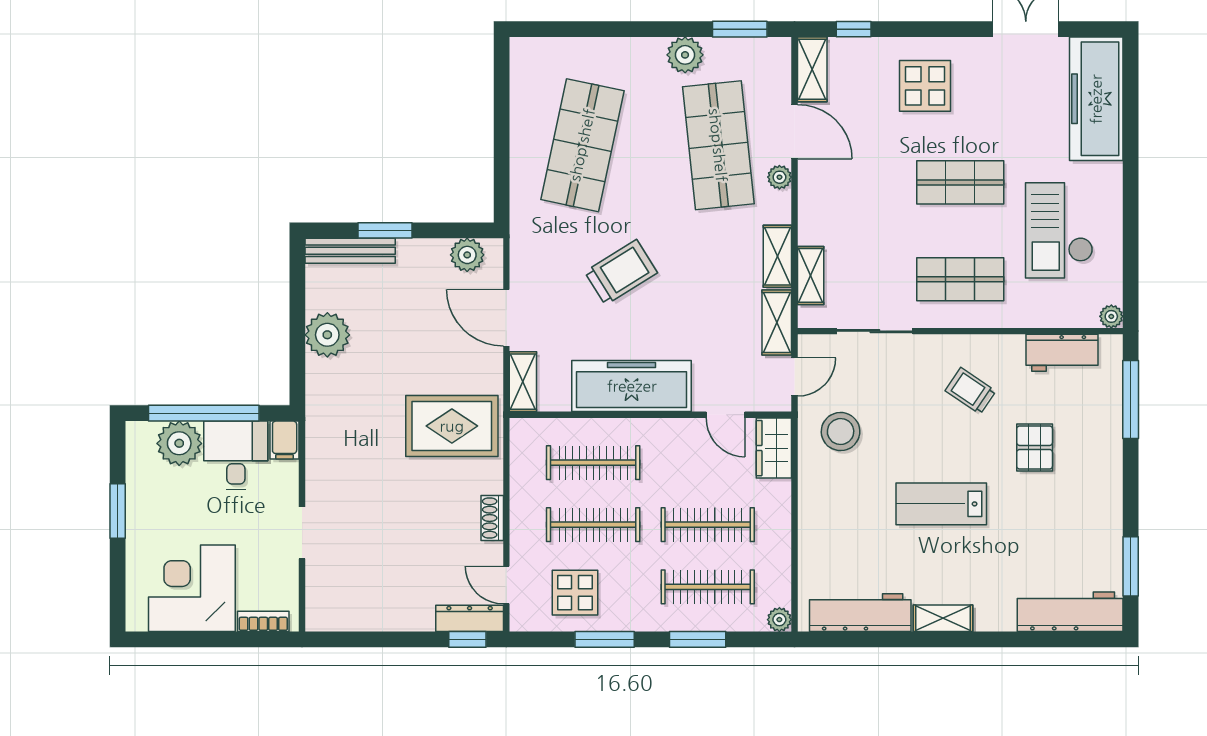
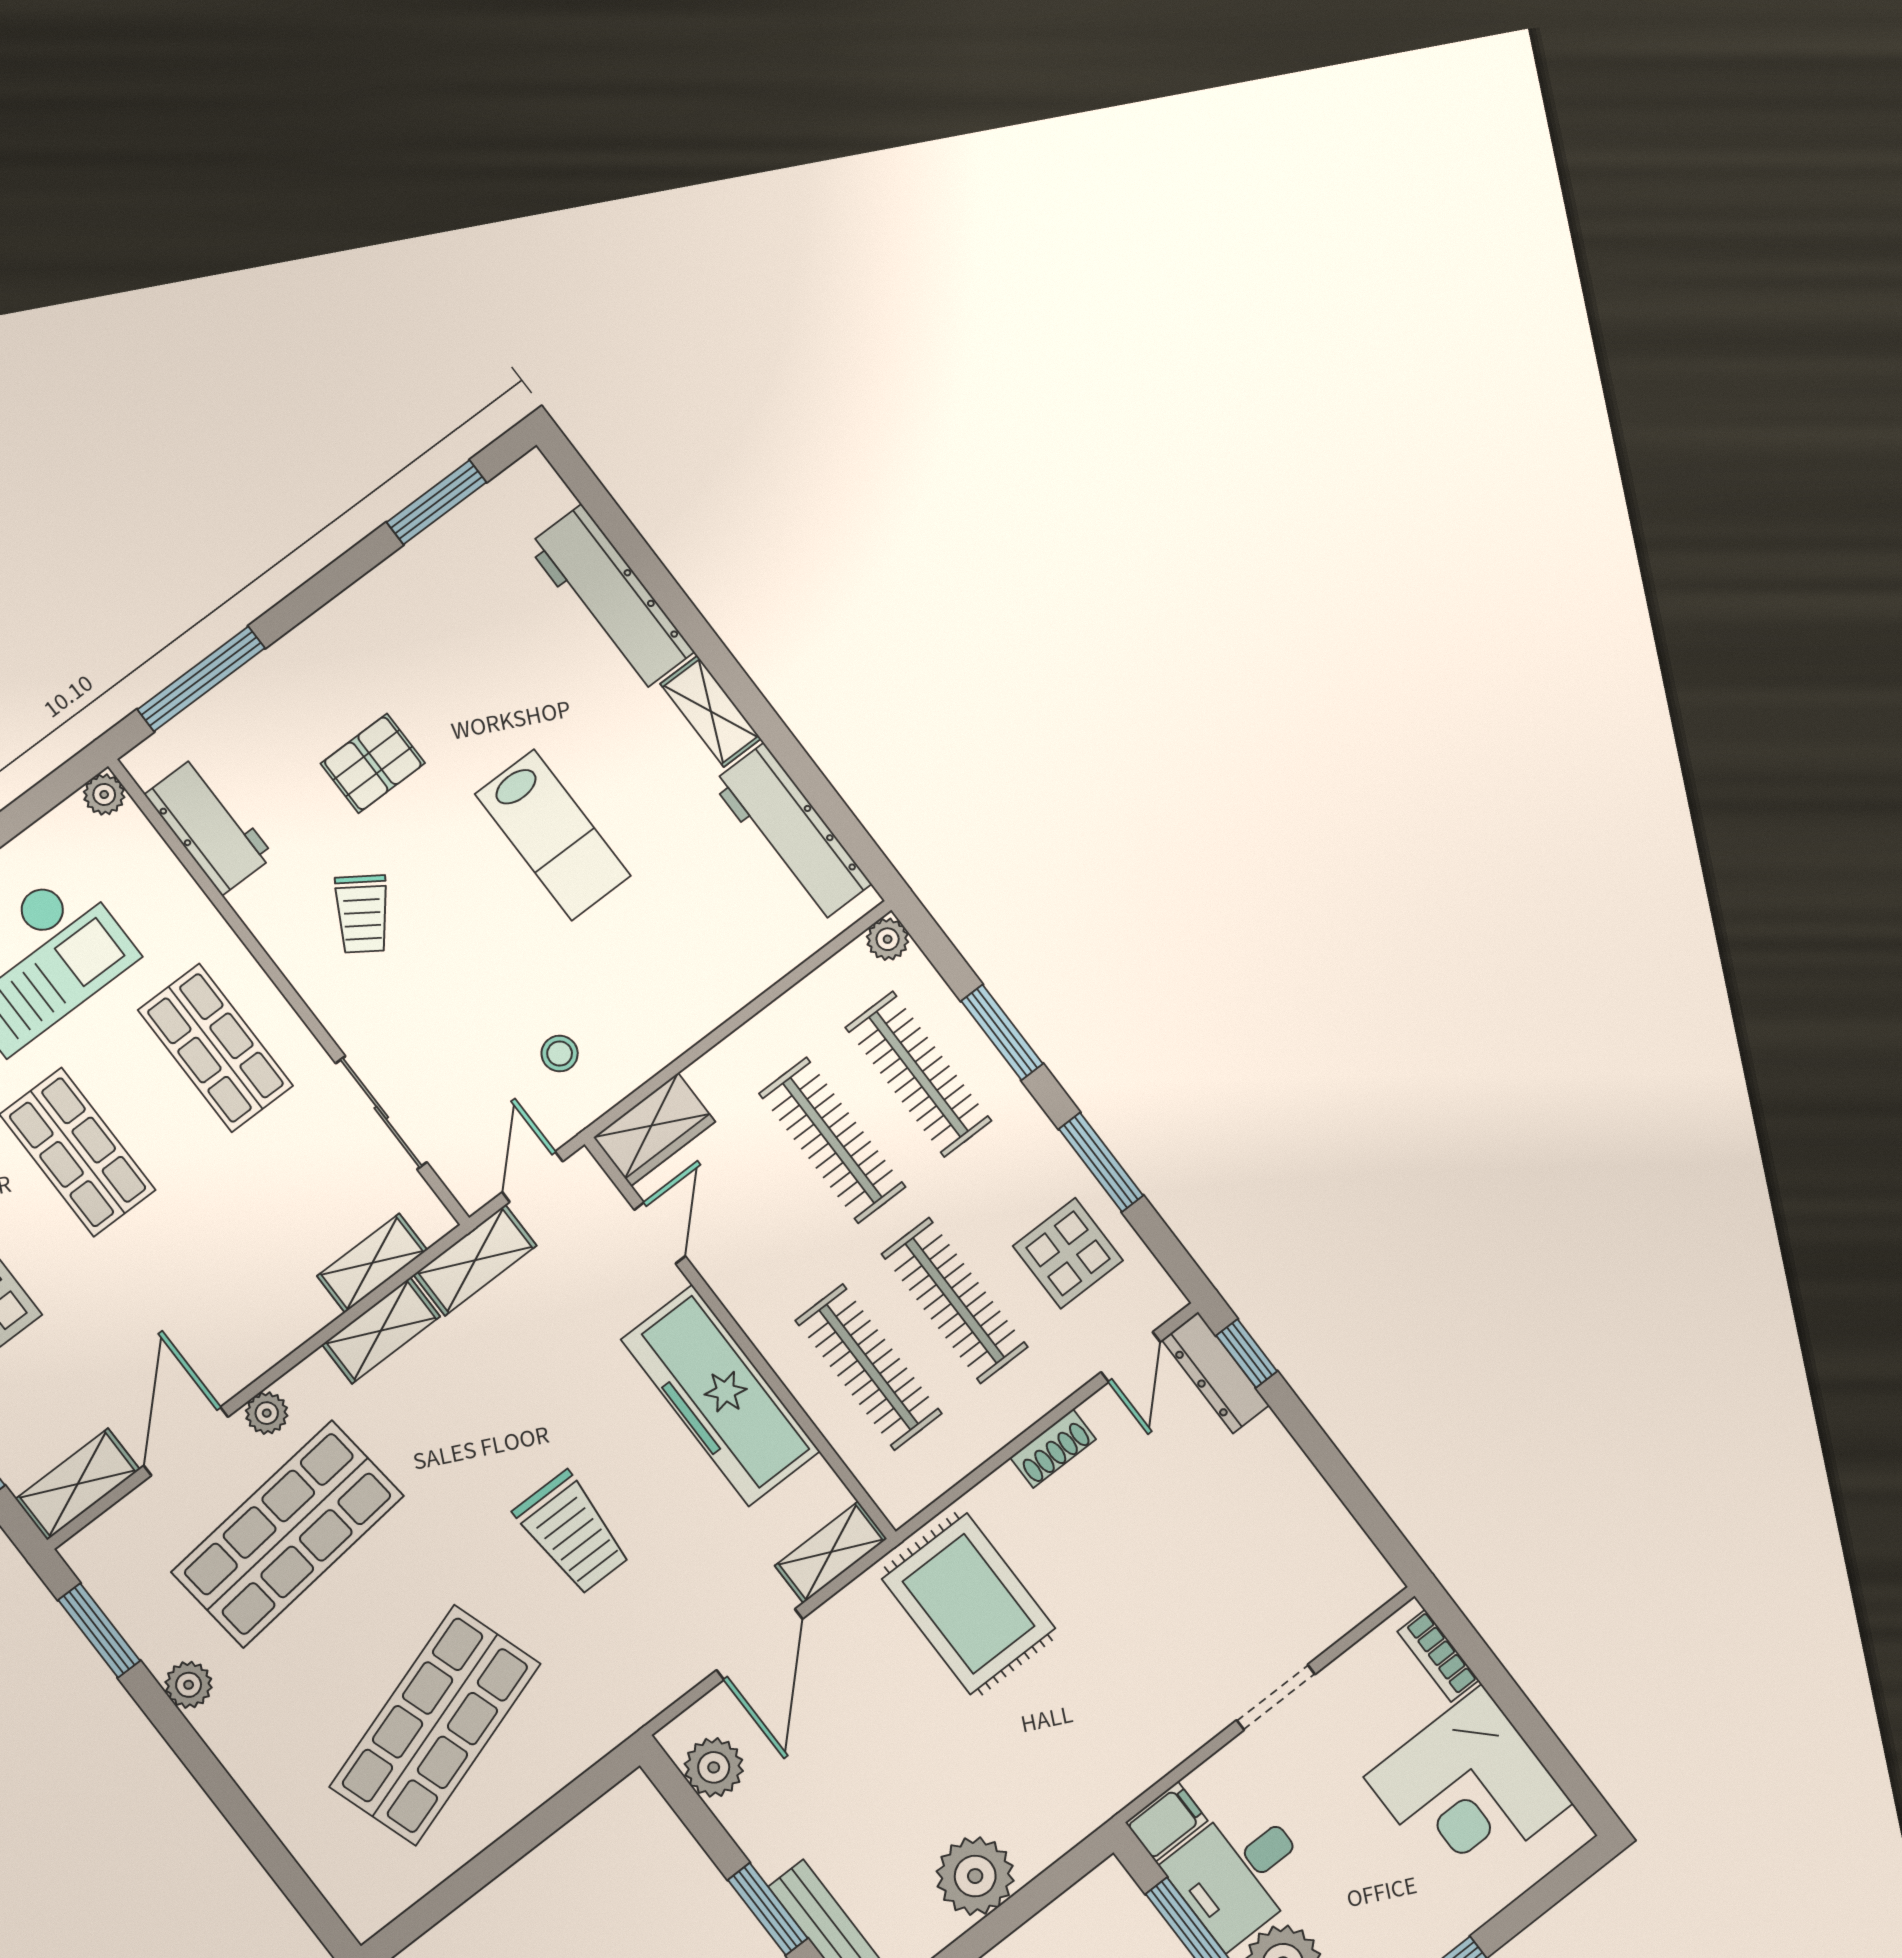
plant: (685, 55) -> (189, 1685), width x0.73, depth x0.73
shop shelf: (582, 145) -> (435, 1725), turned -30
trolley: (621, 272) -> (572, 1533), turned -148
door: (794, 377) -> (532, 1177), hinge flipped
stool: (841, 432) -> (560, 1054), width x0.53, depth x0.53
workbench: (1070, 612) -> (611, 599), moved

